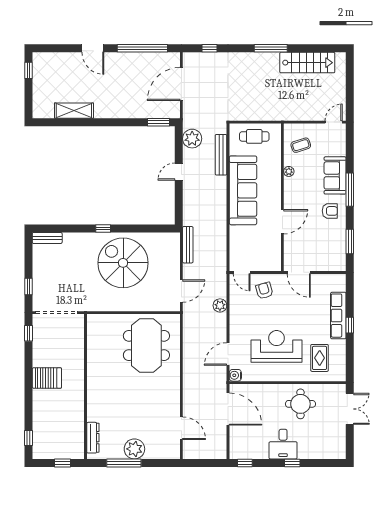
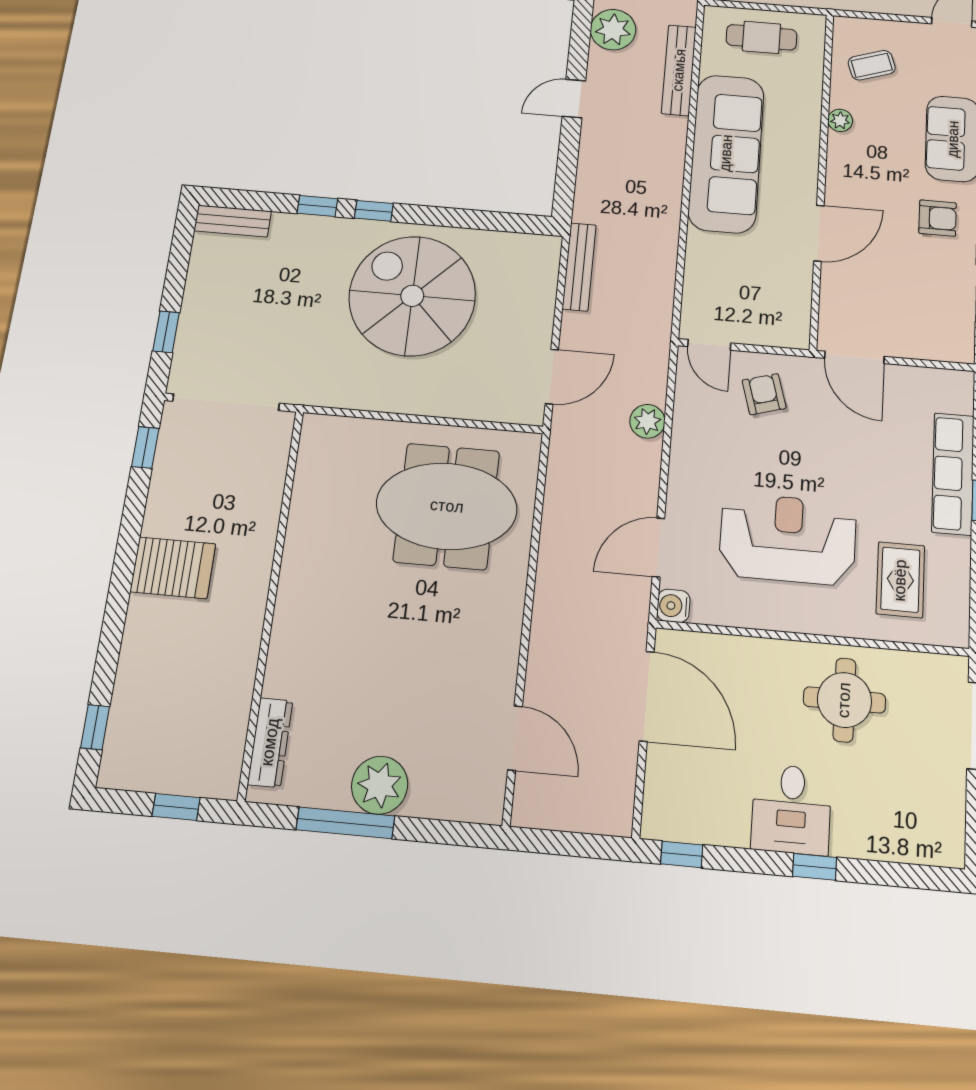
window: (80, 228) -> (317, 206), added
meeting table: (146, 345) -> (447, 506), turned 90

